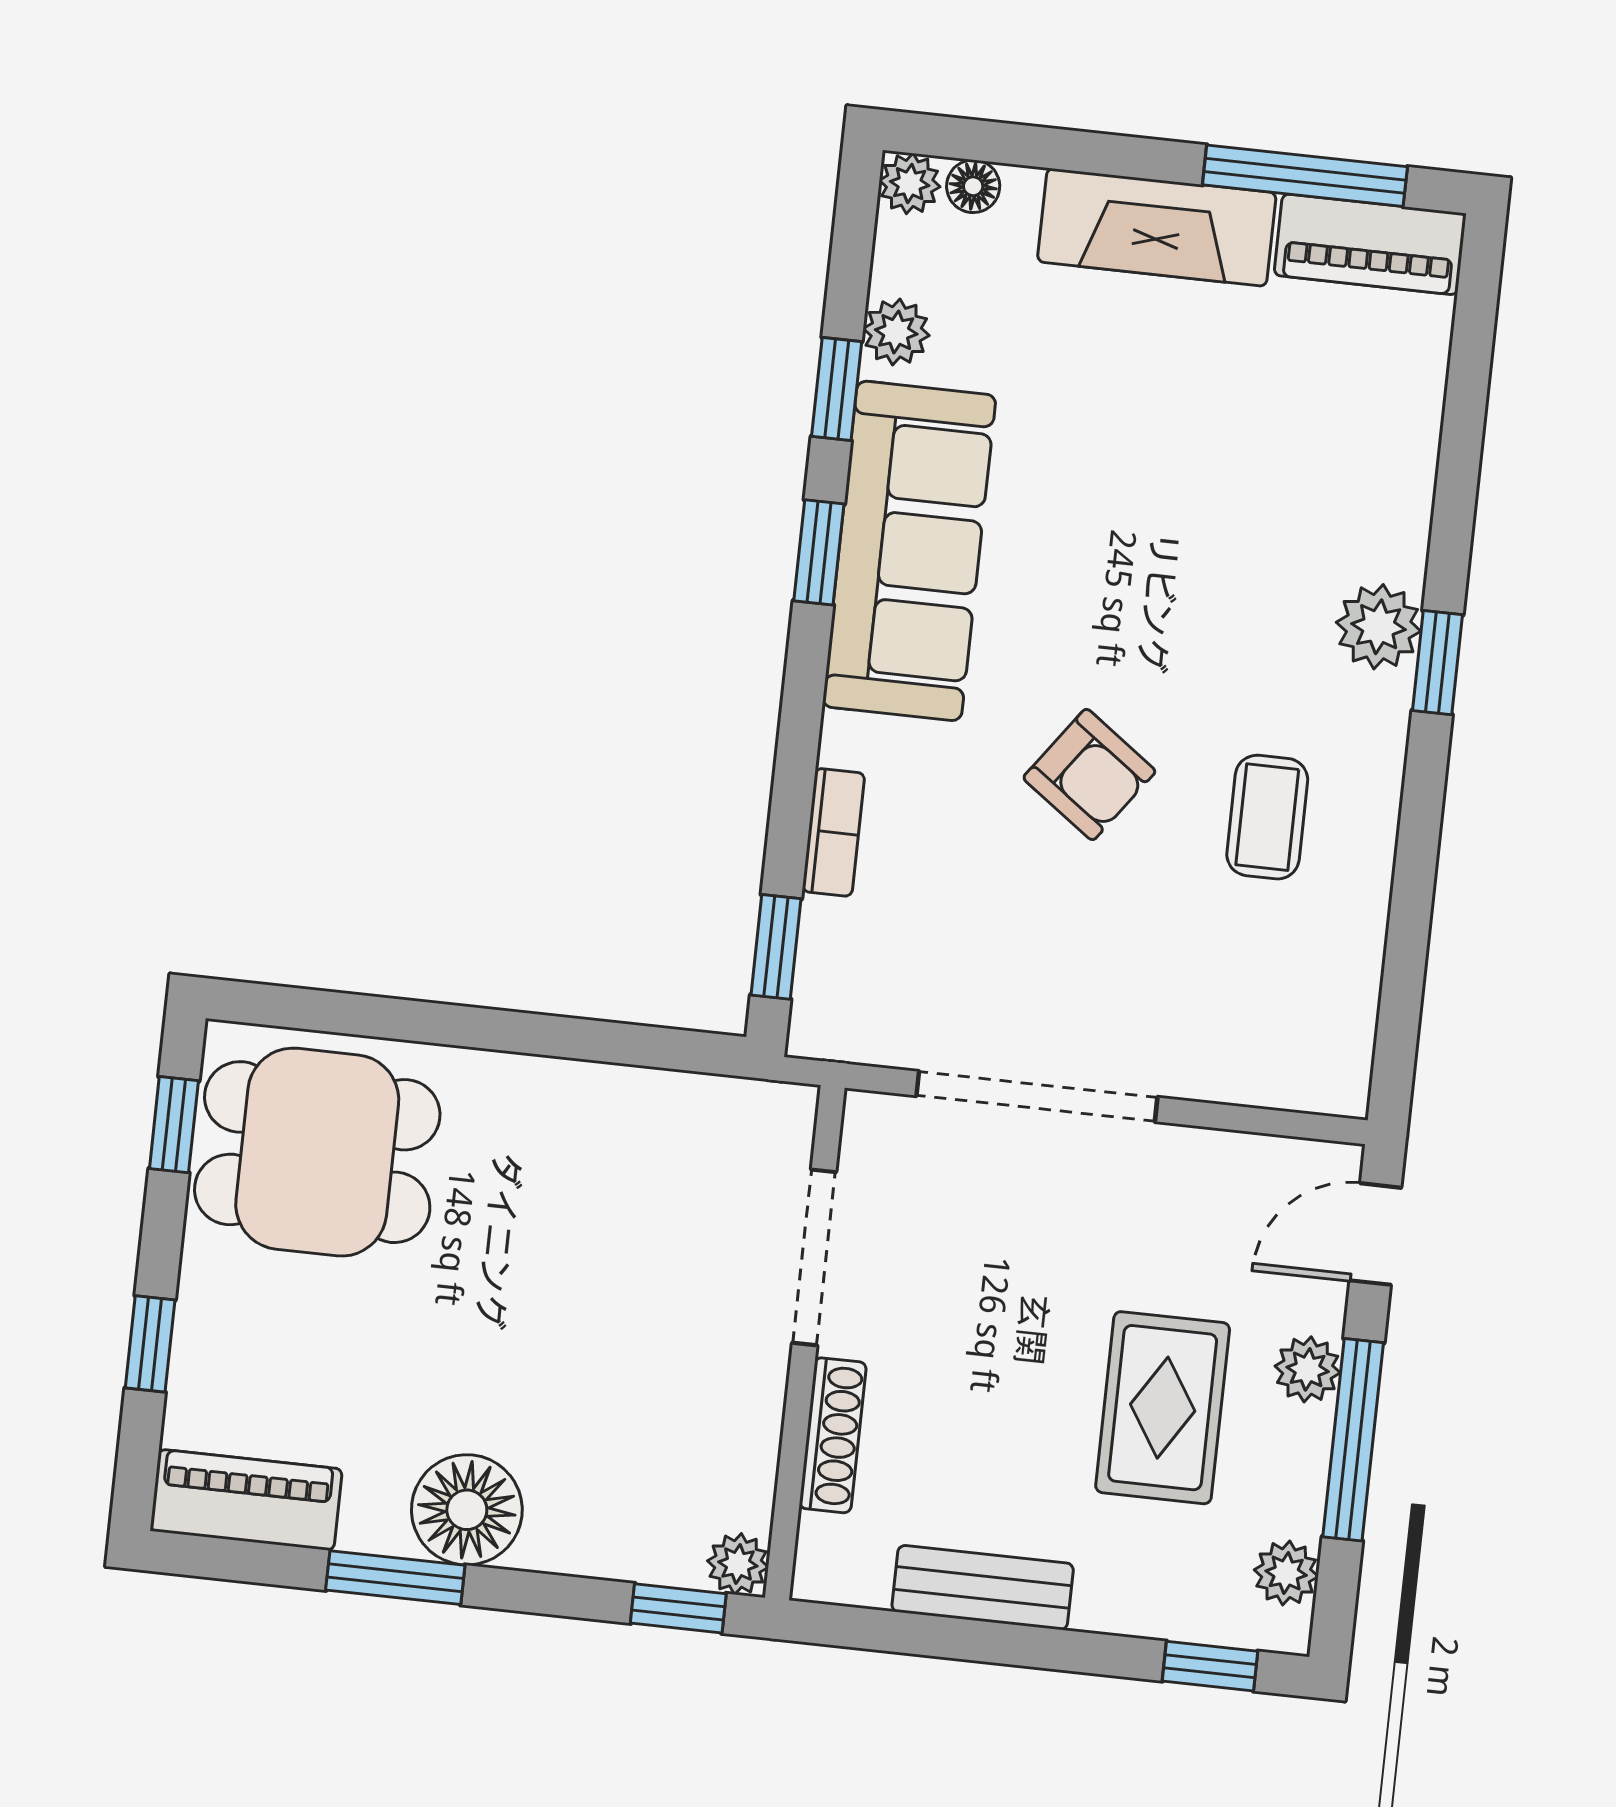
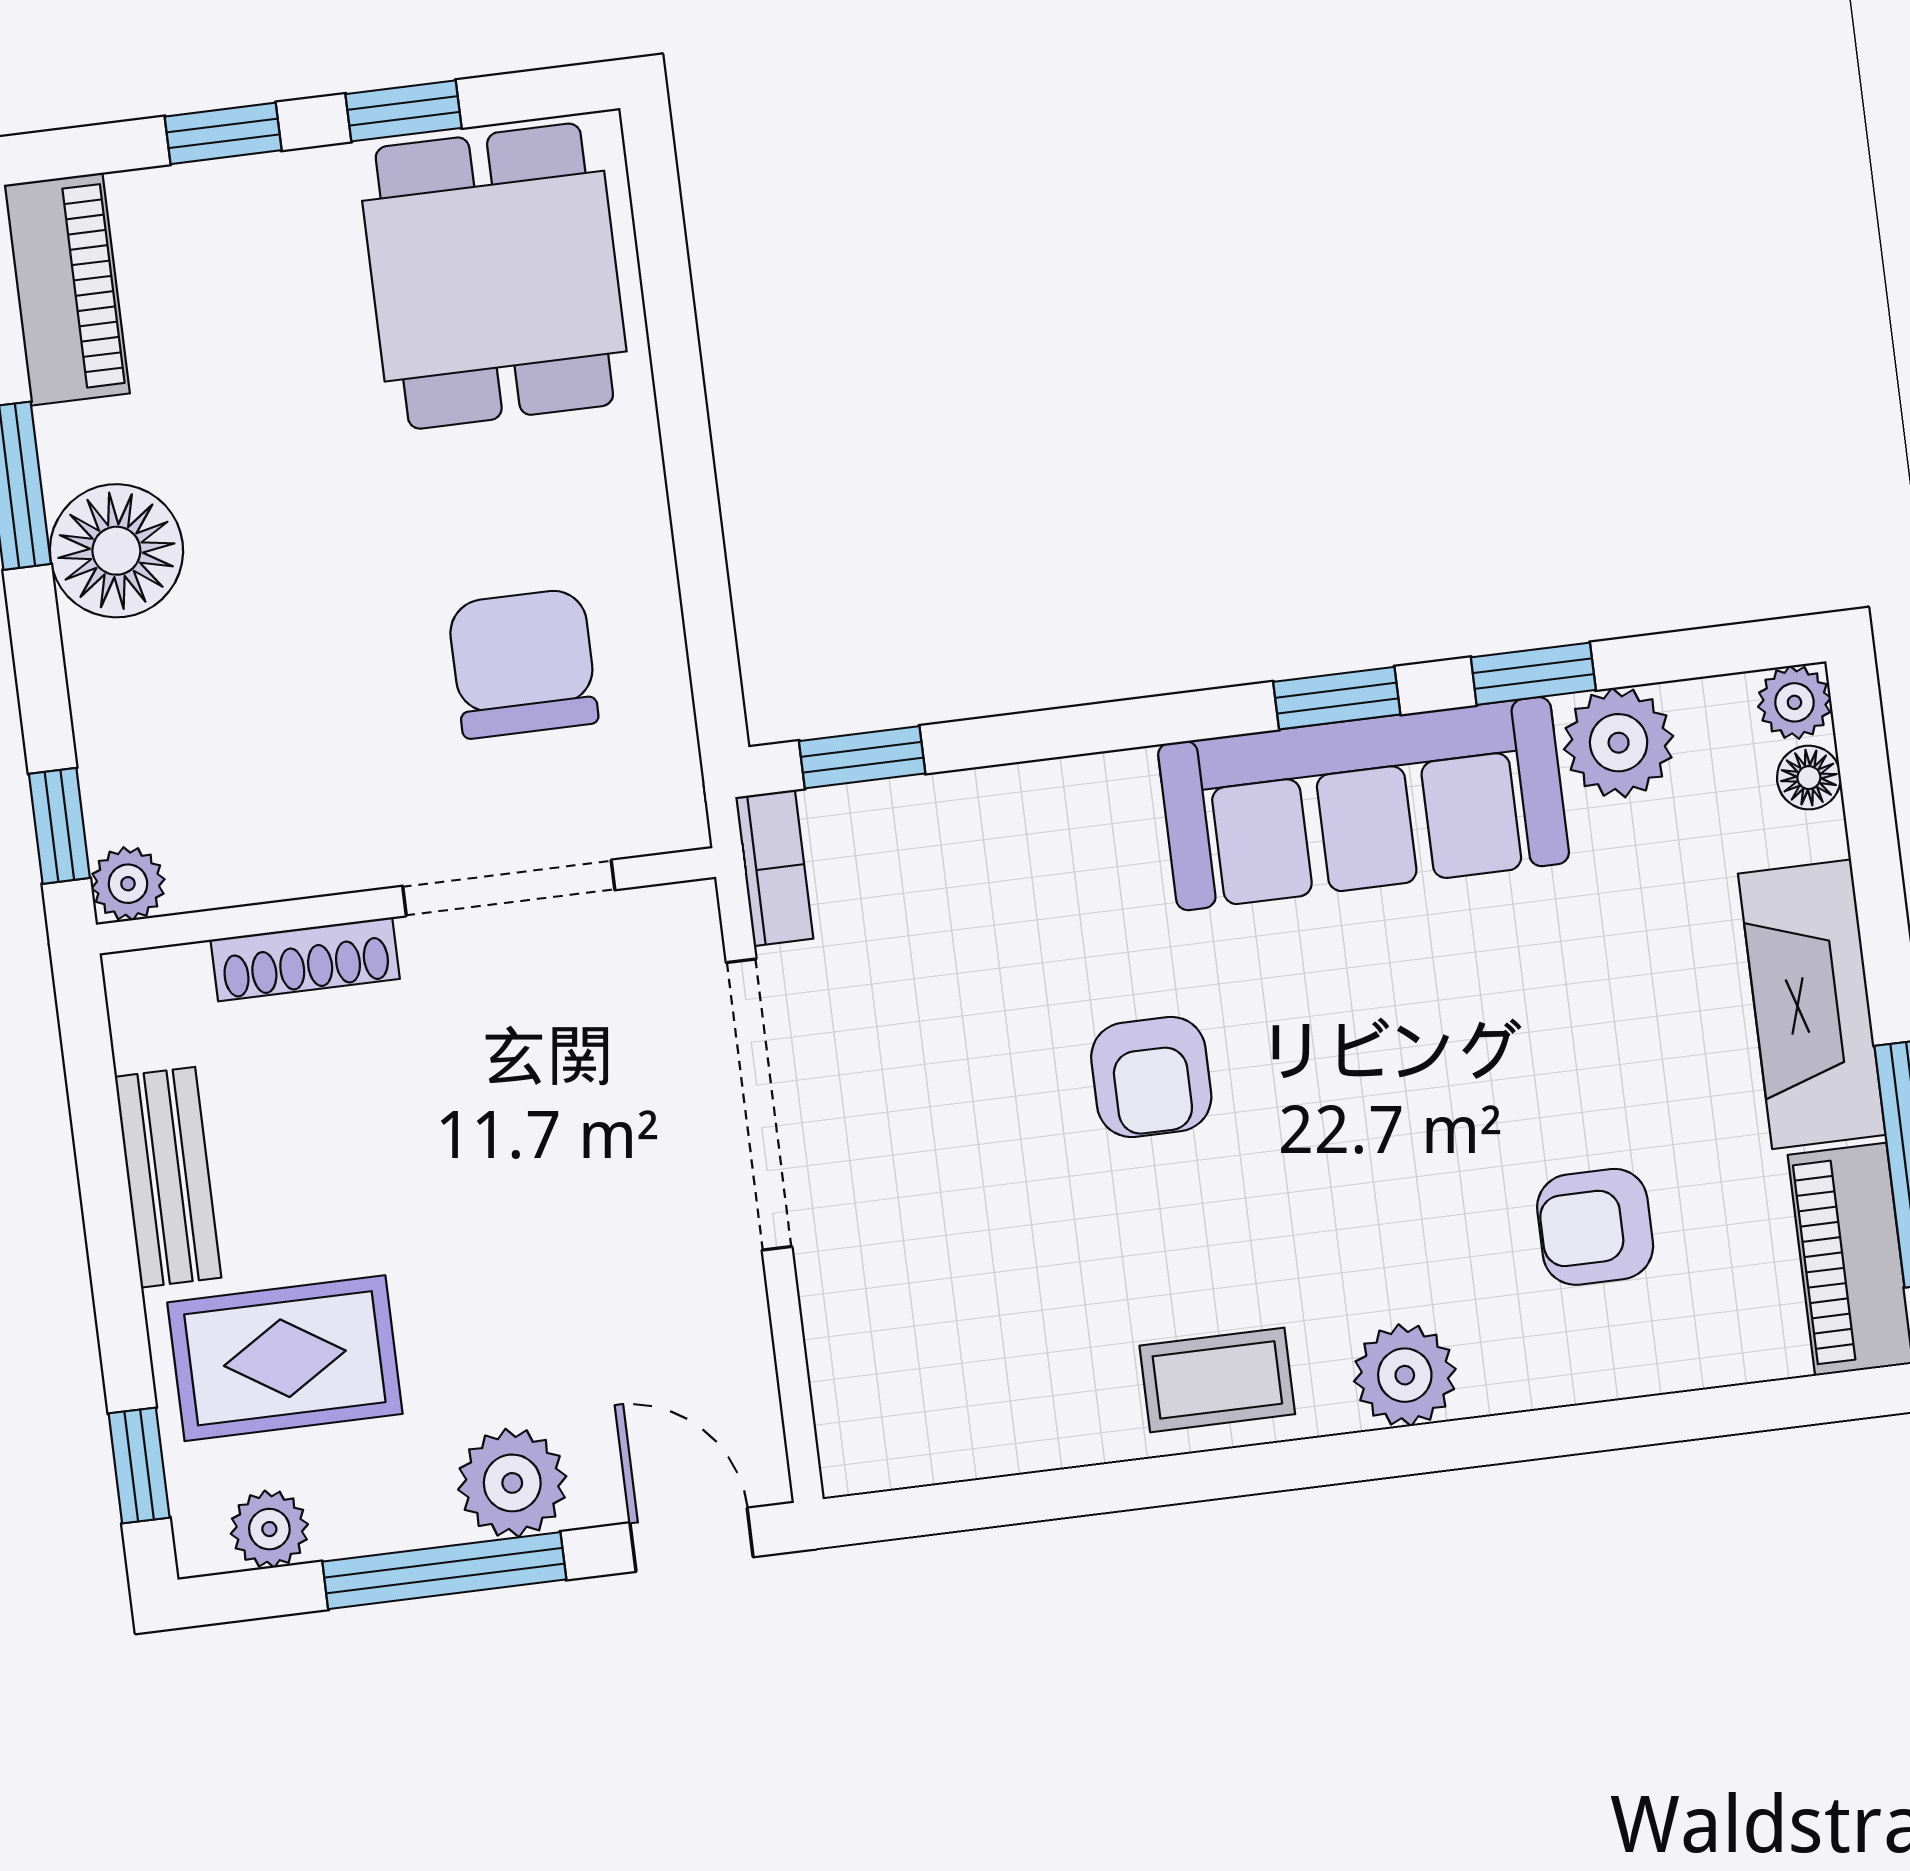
plant: (896, 332) -> (1619, 743), width x1.38, depth x1.38
armchair: (1295, 445) -> (1595, 1227), added
window: (1438, 663) -> (1379, 1454), removed
armchair: (1089, 775) -> (1151, 1077), turned -36
coffee table: (1267, 817) -> (1217, 1380), moved
bookcase: (833, 832) -> (774, 868), moved, turned -90
window: (174, 1125) -> (404, 111), moved
chair: (635, 1203) -> (523, 663), added
plant: (1308, 1369) -> (512, 1483), width x1.38, depth x1.38
rug: (1163, 1408) -> (285, 1358), moved

